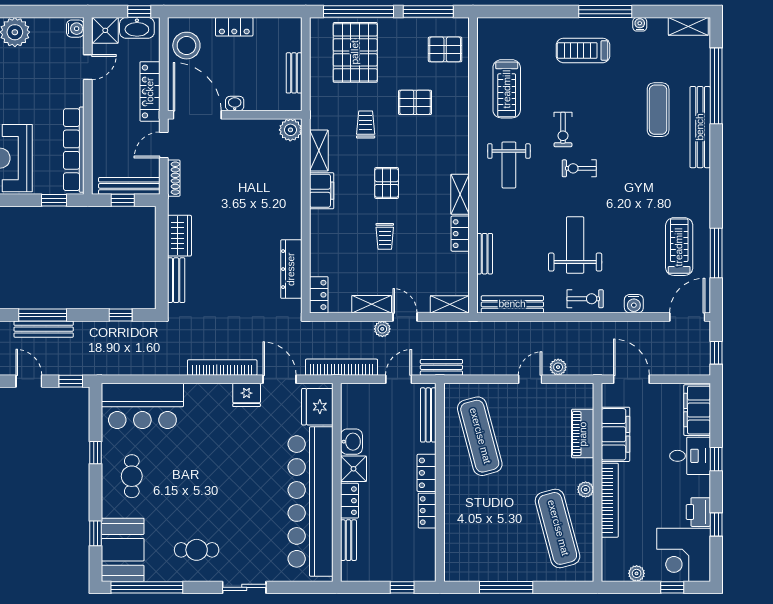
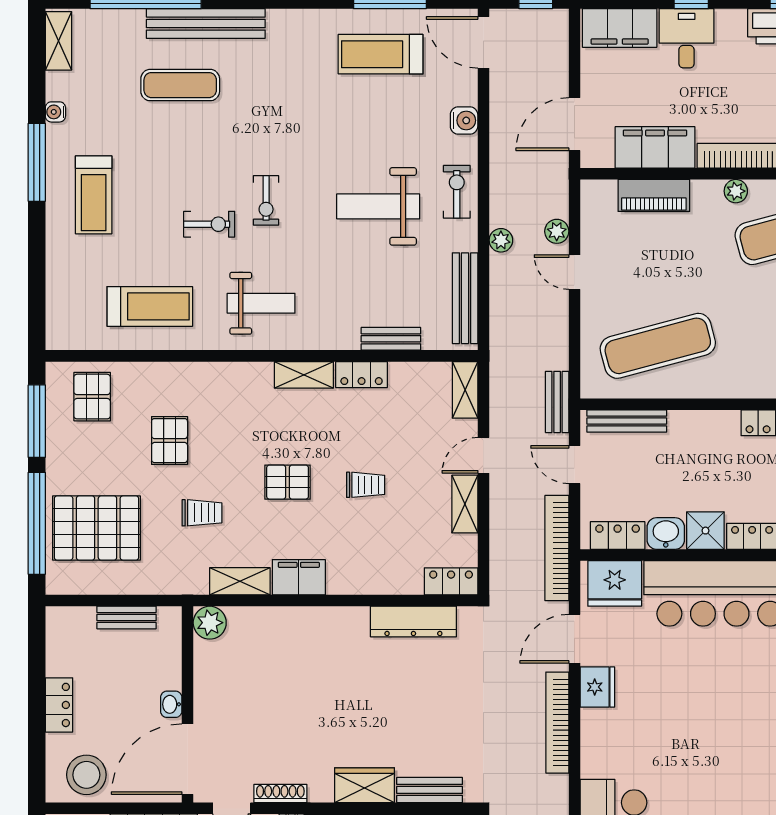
trolley: (366, 124) -> (202, 513), turned 180
plant: (382, 329) -> (501, 240), moved
locker: (427, 473) -> (618, 536), moved, turned 180

